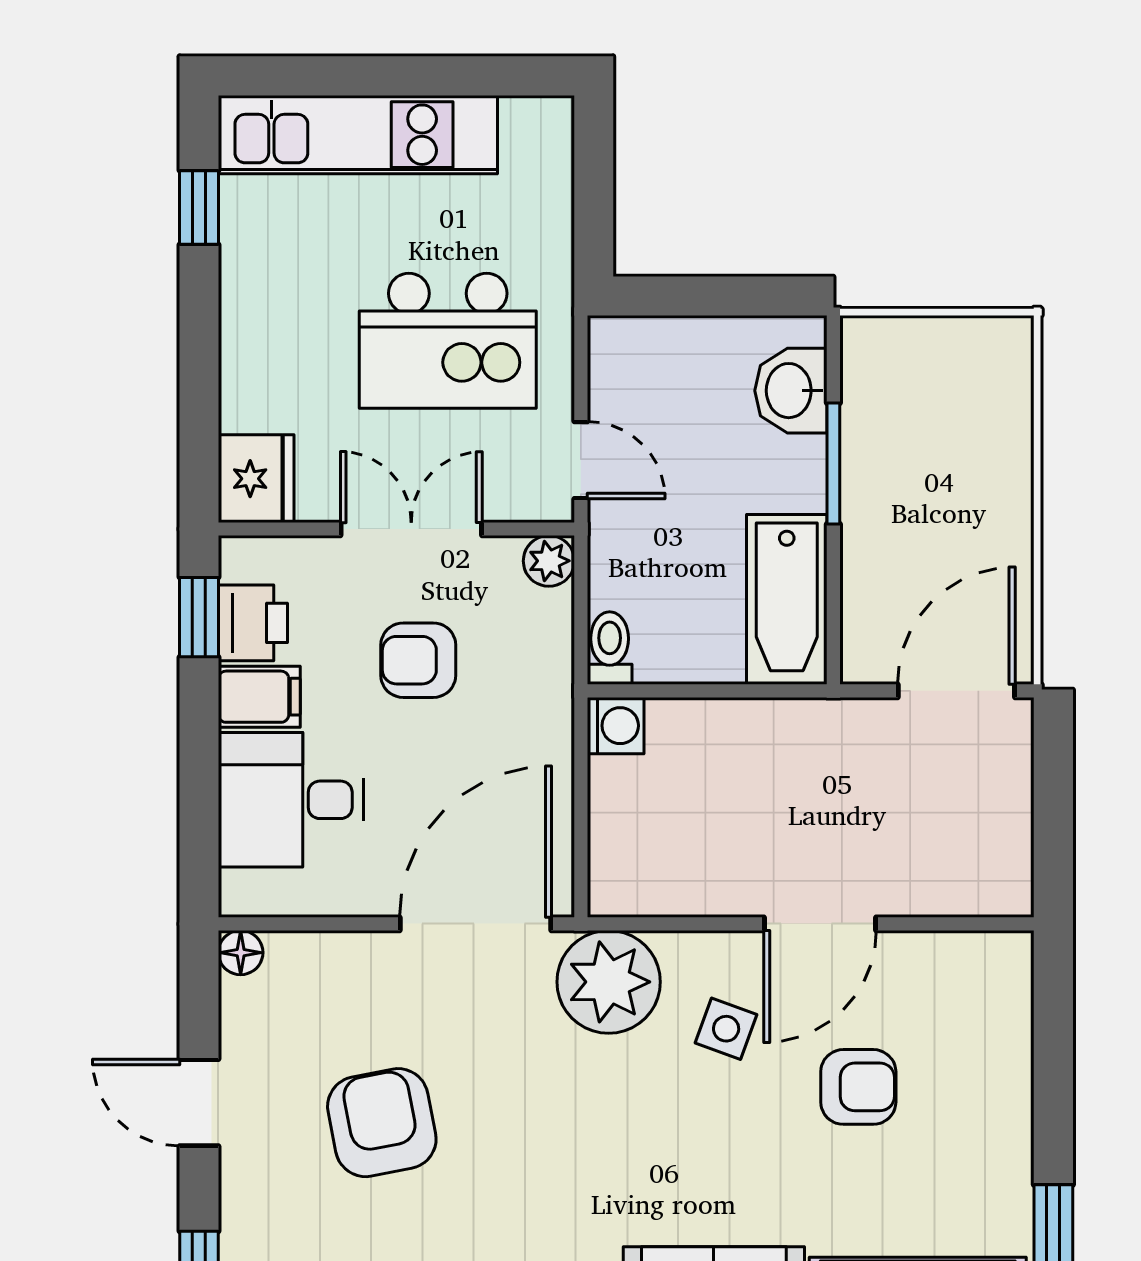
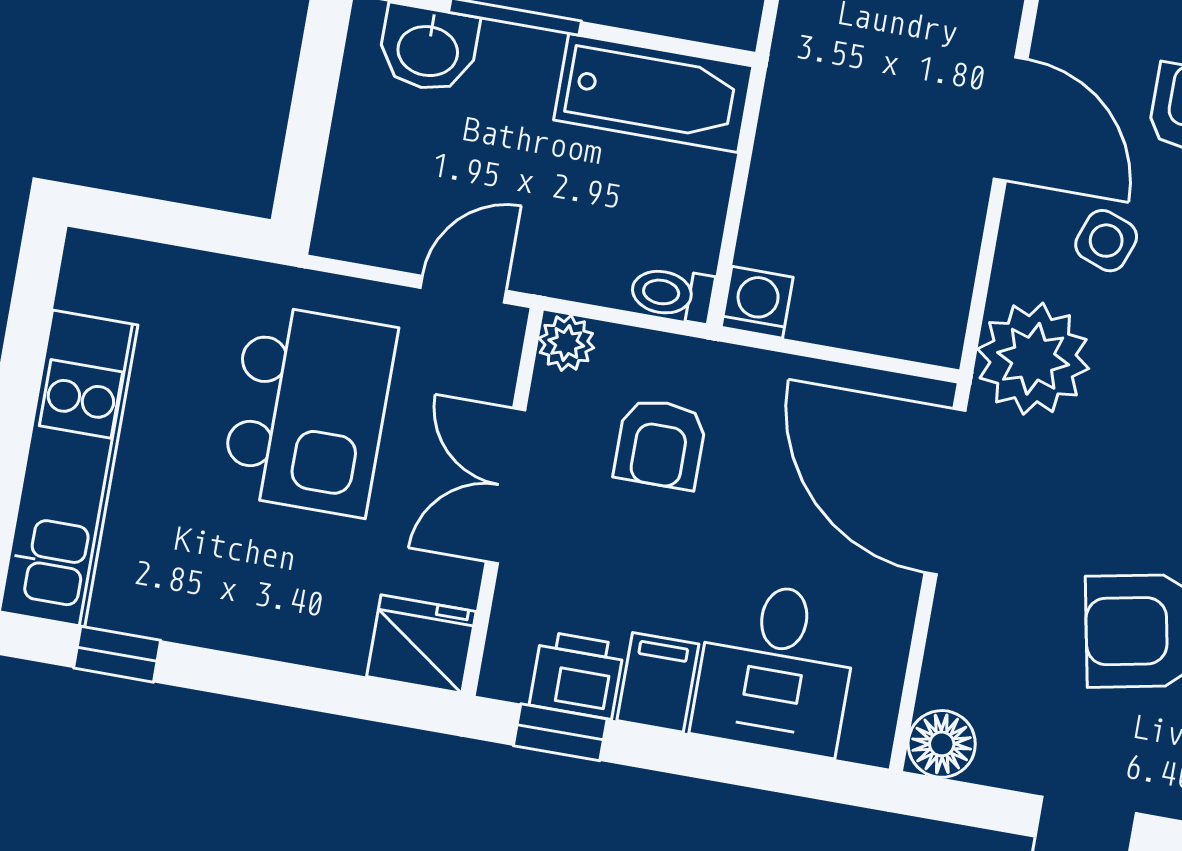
armchair: (418, 660) -> (660, 444), moved
floor lamp: (241, 953) -> (942, 744), width x1.37, depth x1.37

